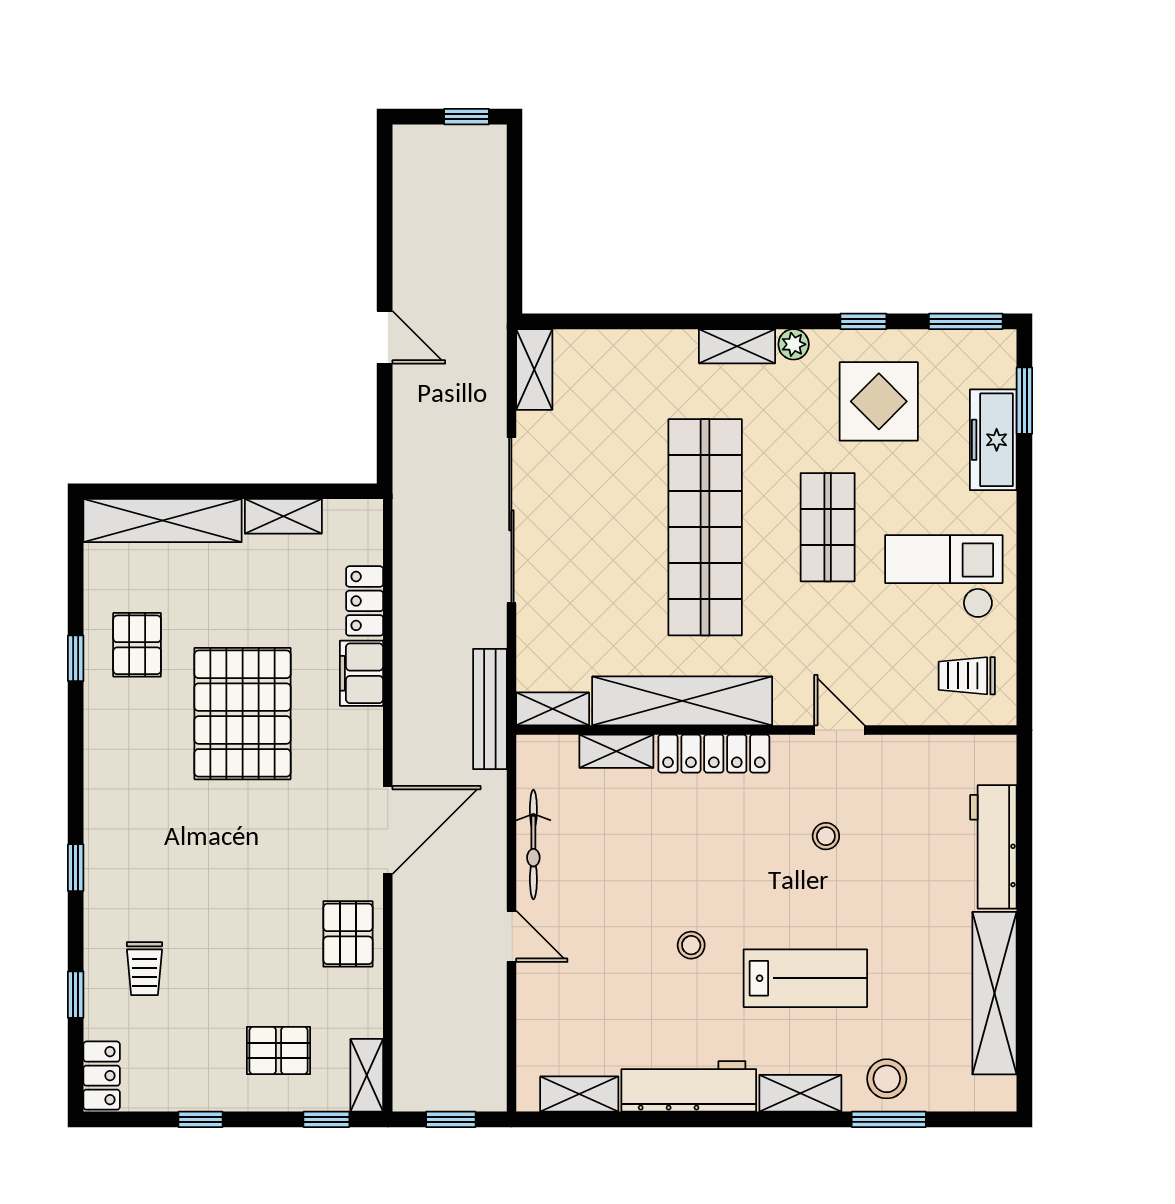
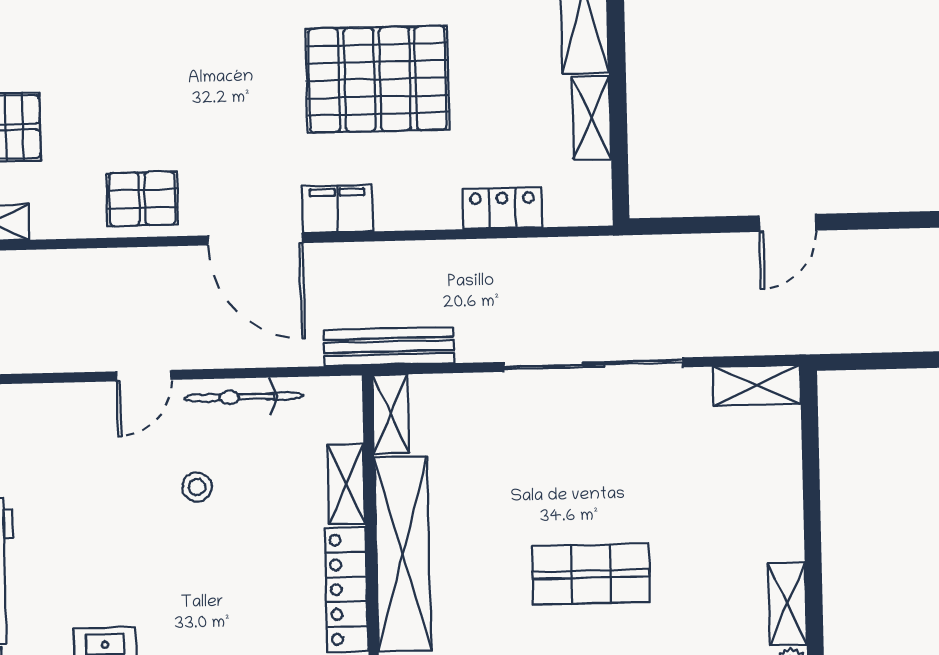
shop shelf: (705, 527) -> (591, 574), width x0.50, depth x0.74
filing cabinet: (361, 673) -> (337, 209), moved
stool: (691, 945) -> (197, 487), moved

